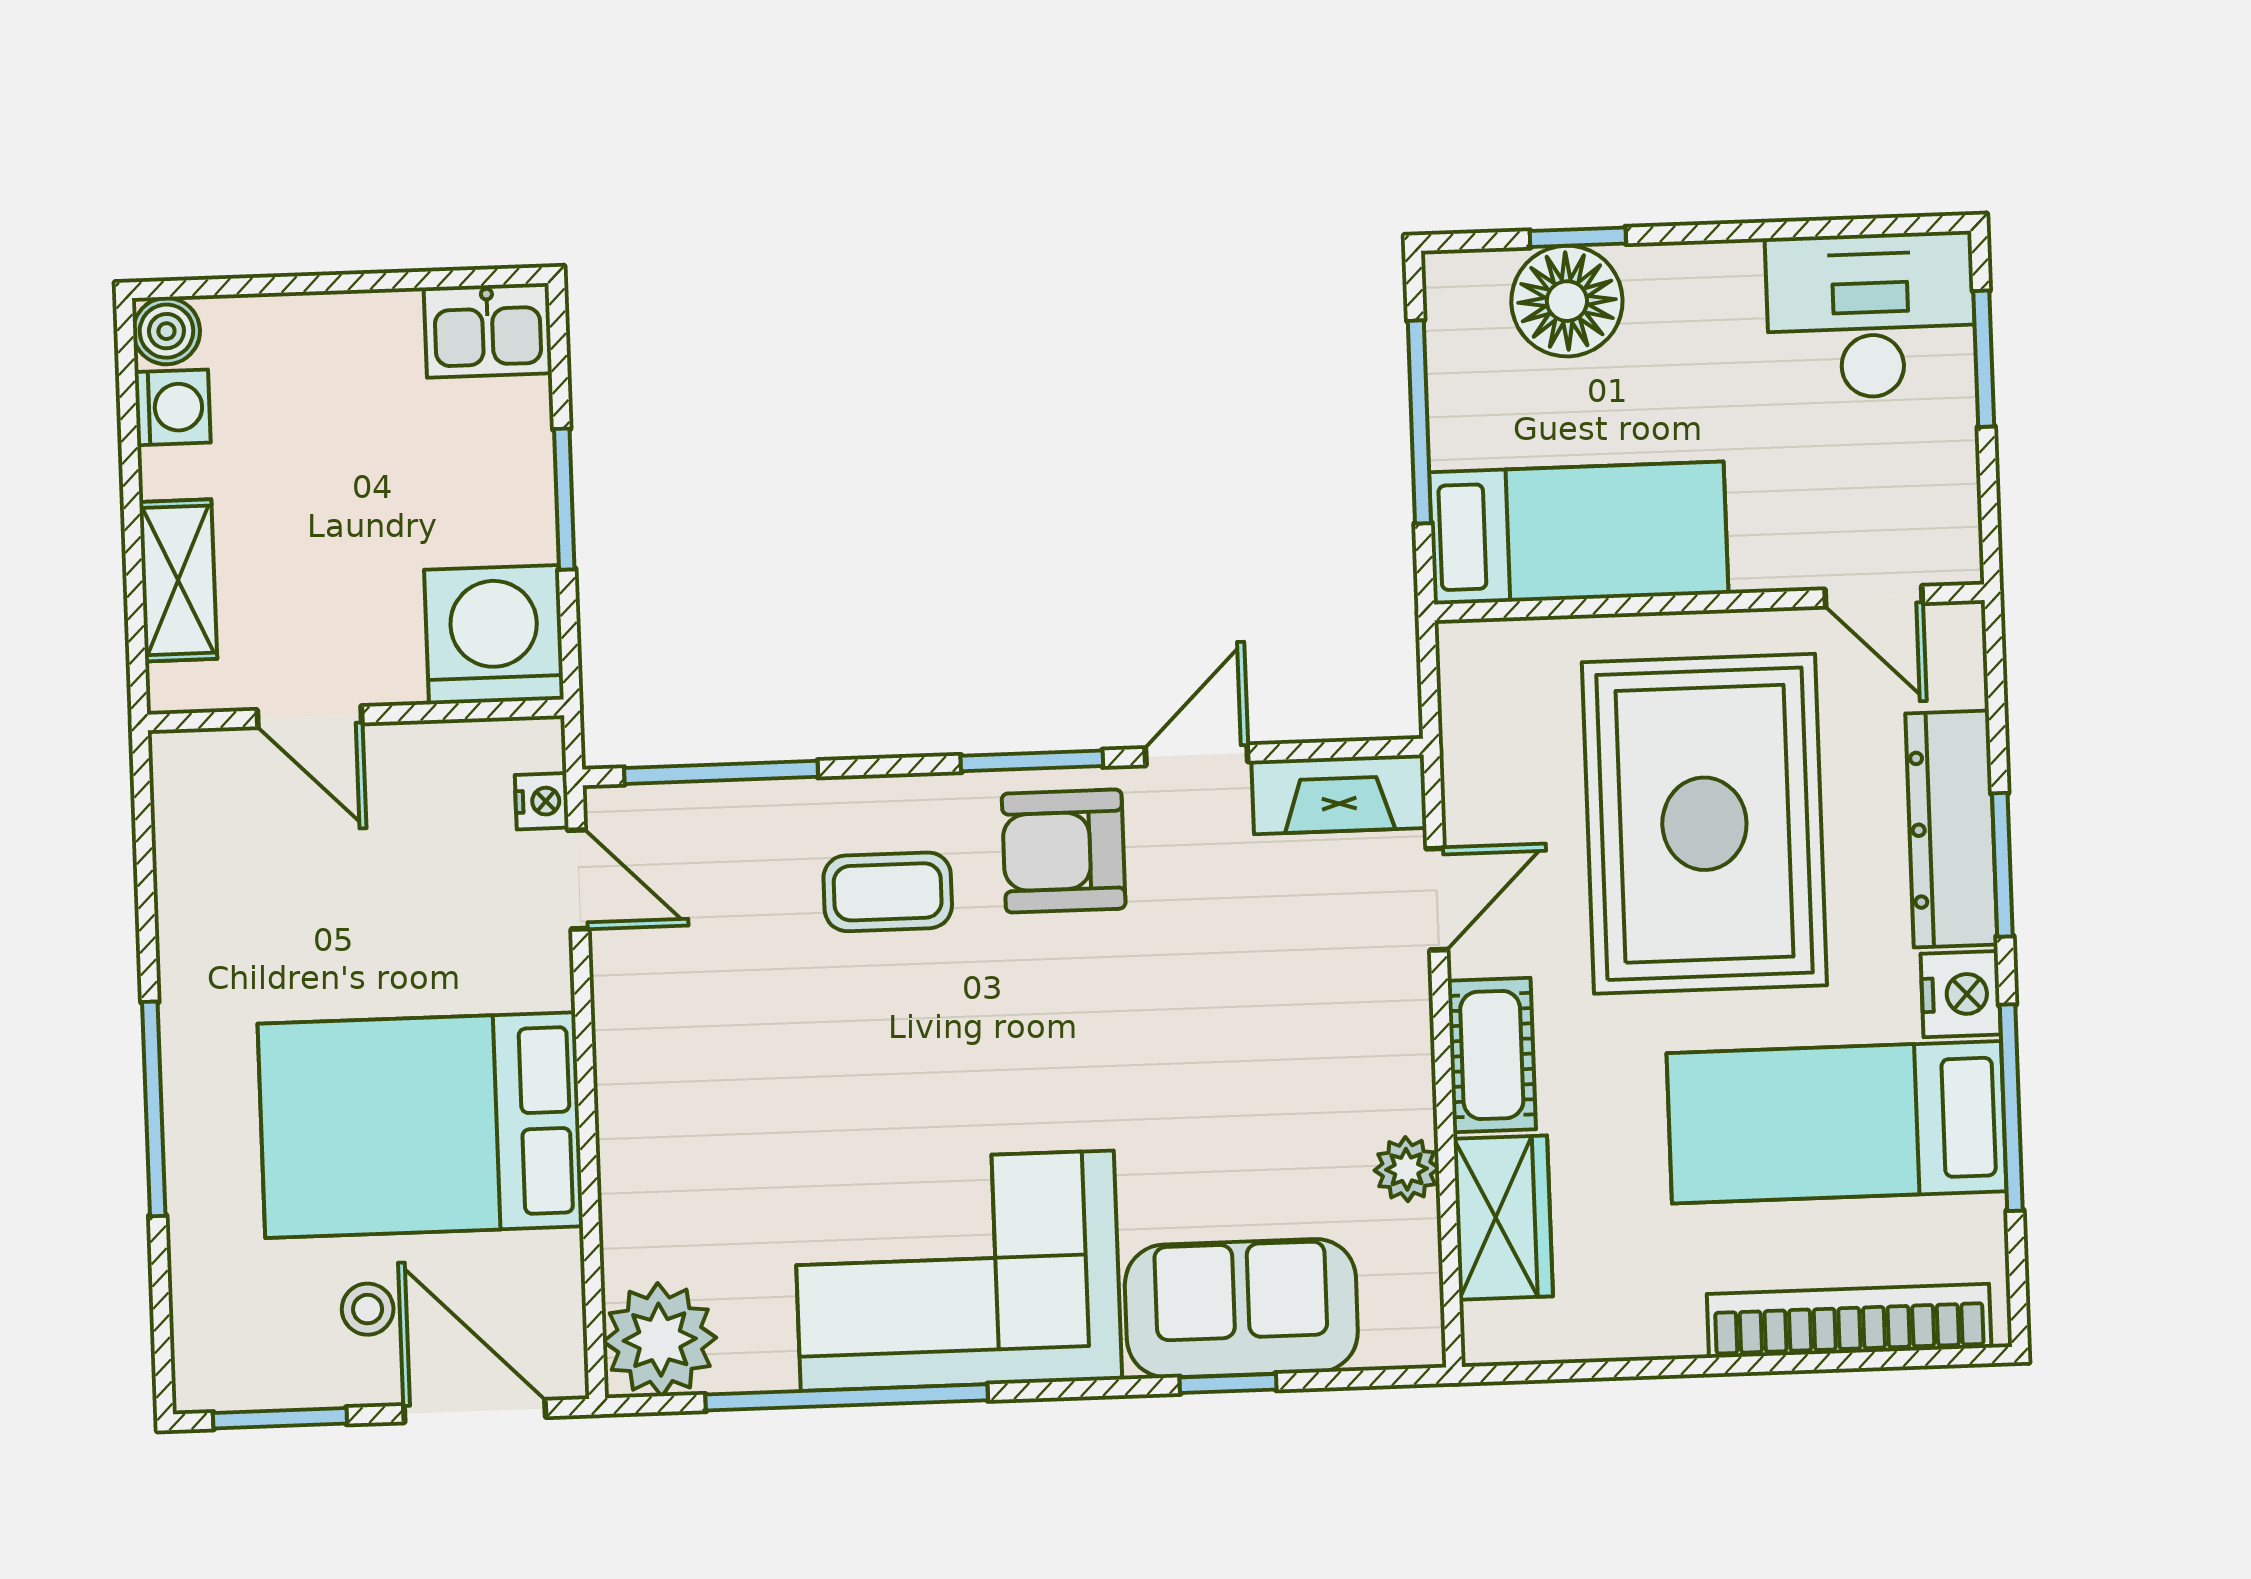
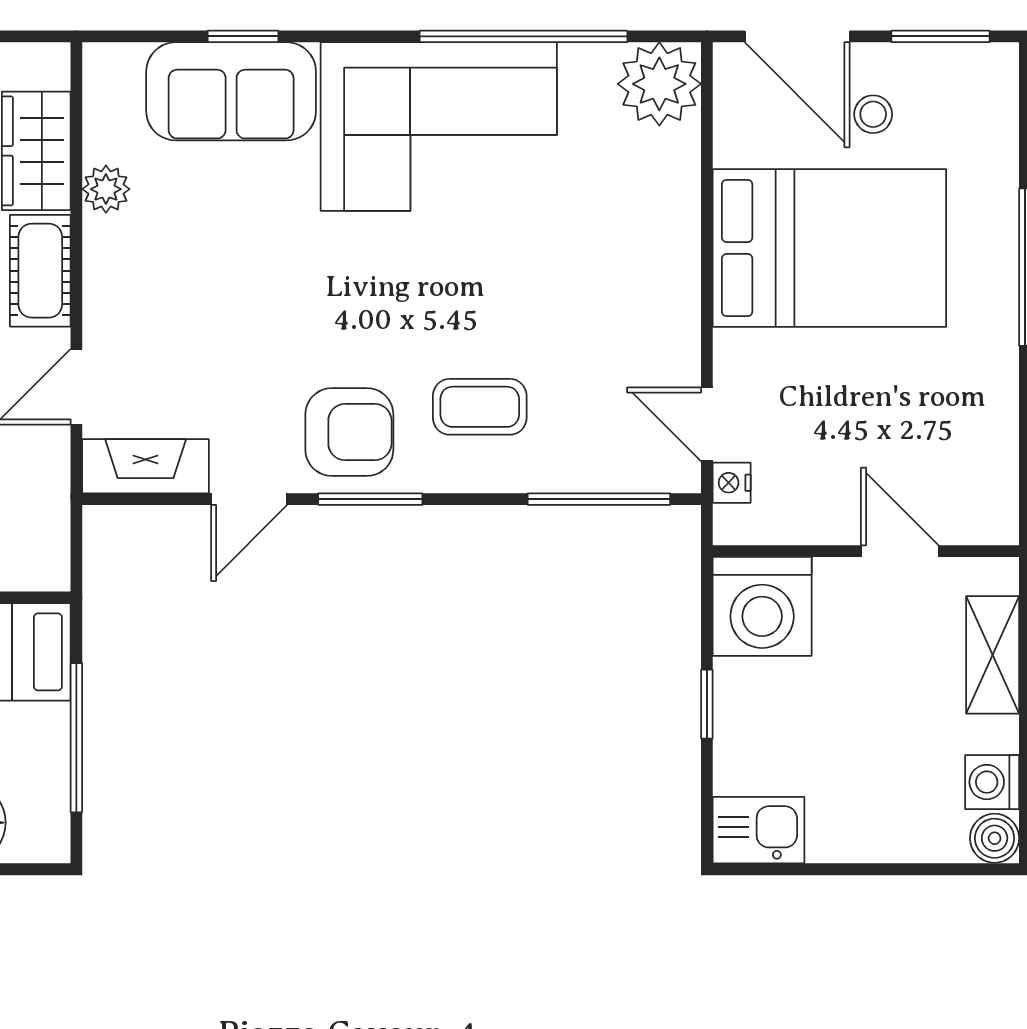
window: (564, 499) -> (707, 704), width x0.67

